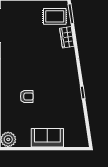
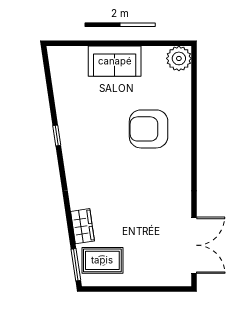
armchair: (27, 96) -> (149, 129), width x1.88, depth x1.88

